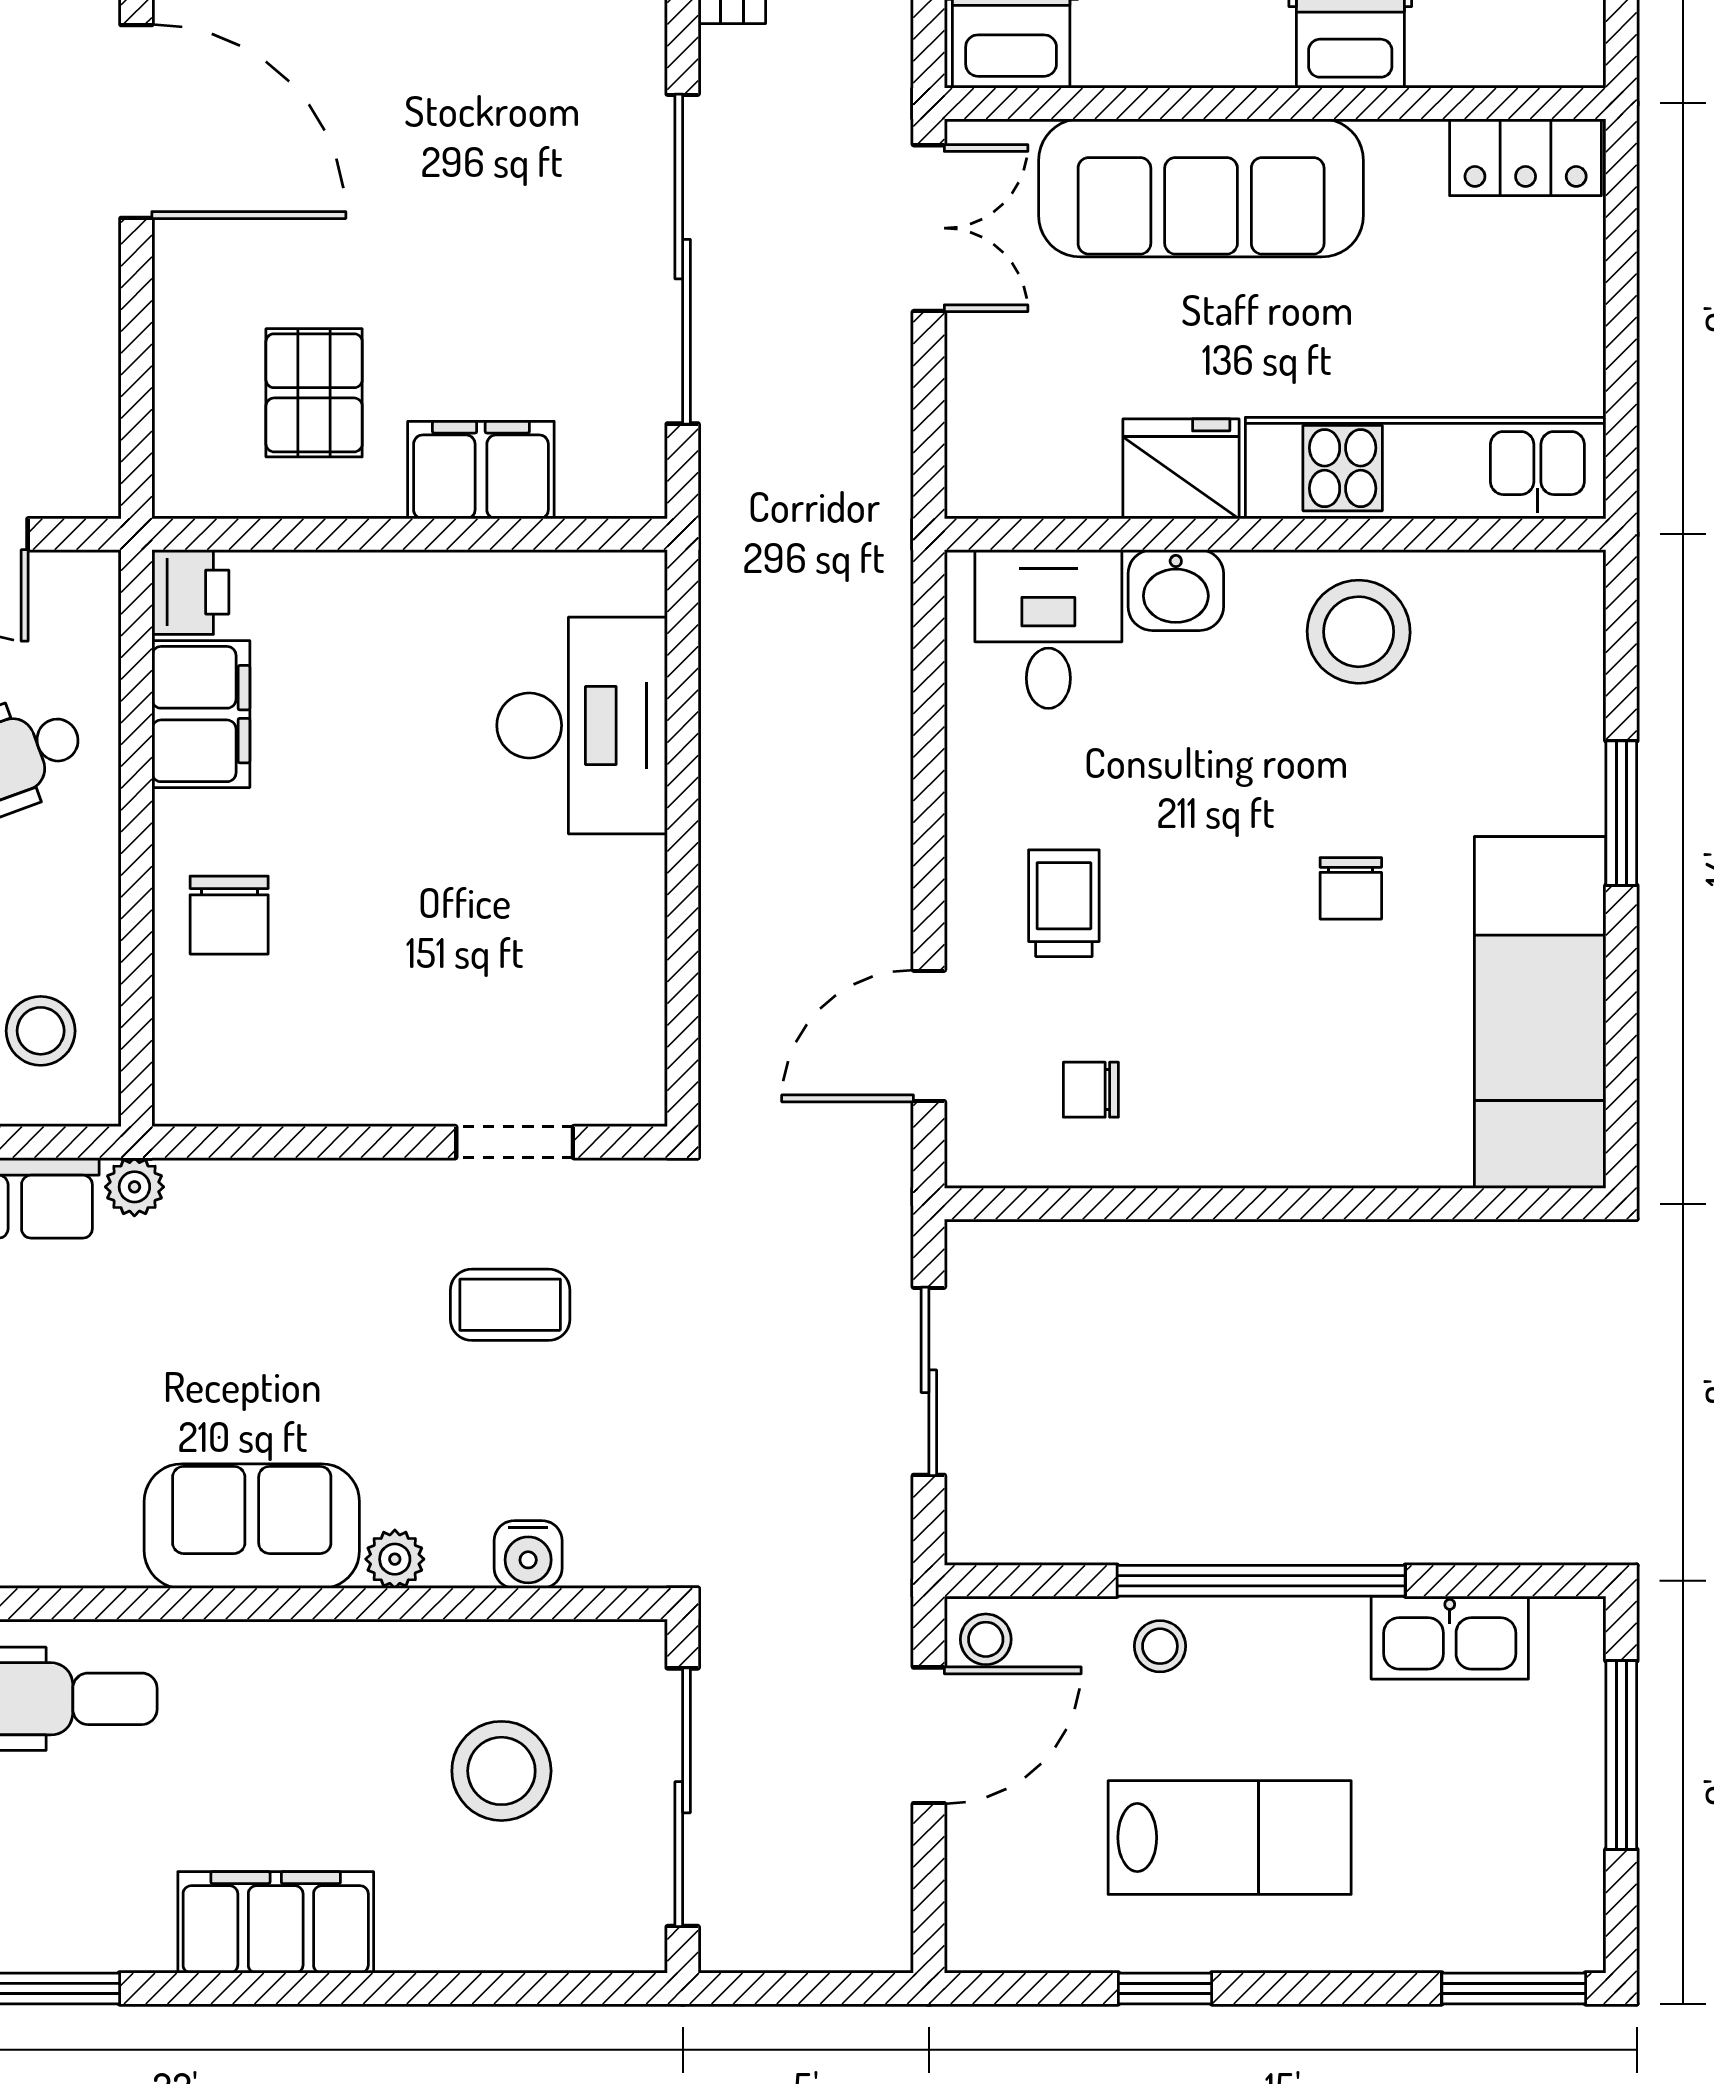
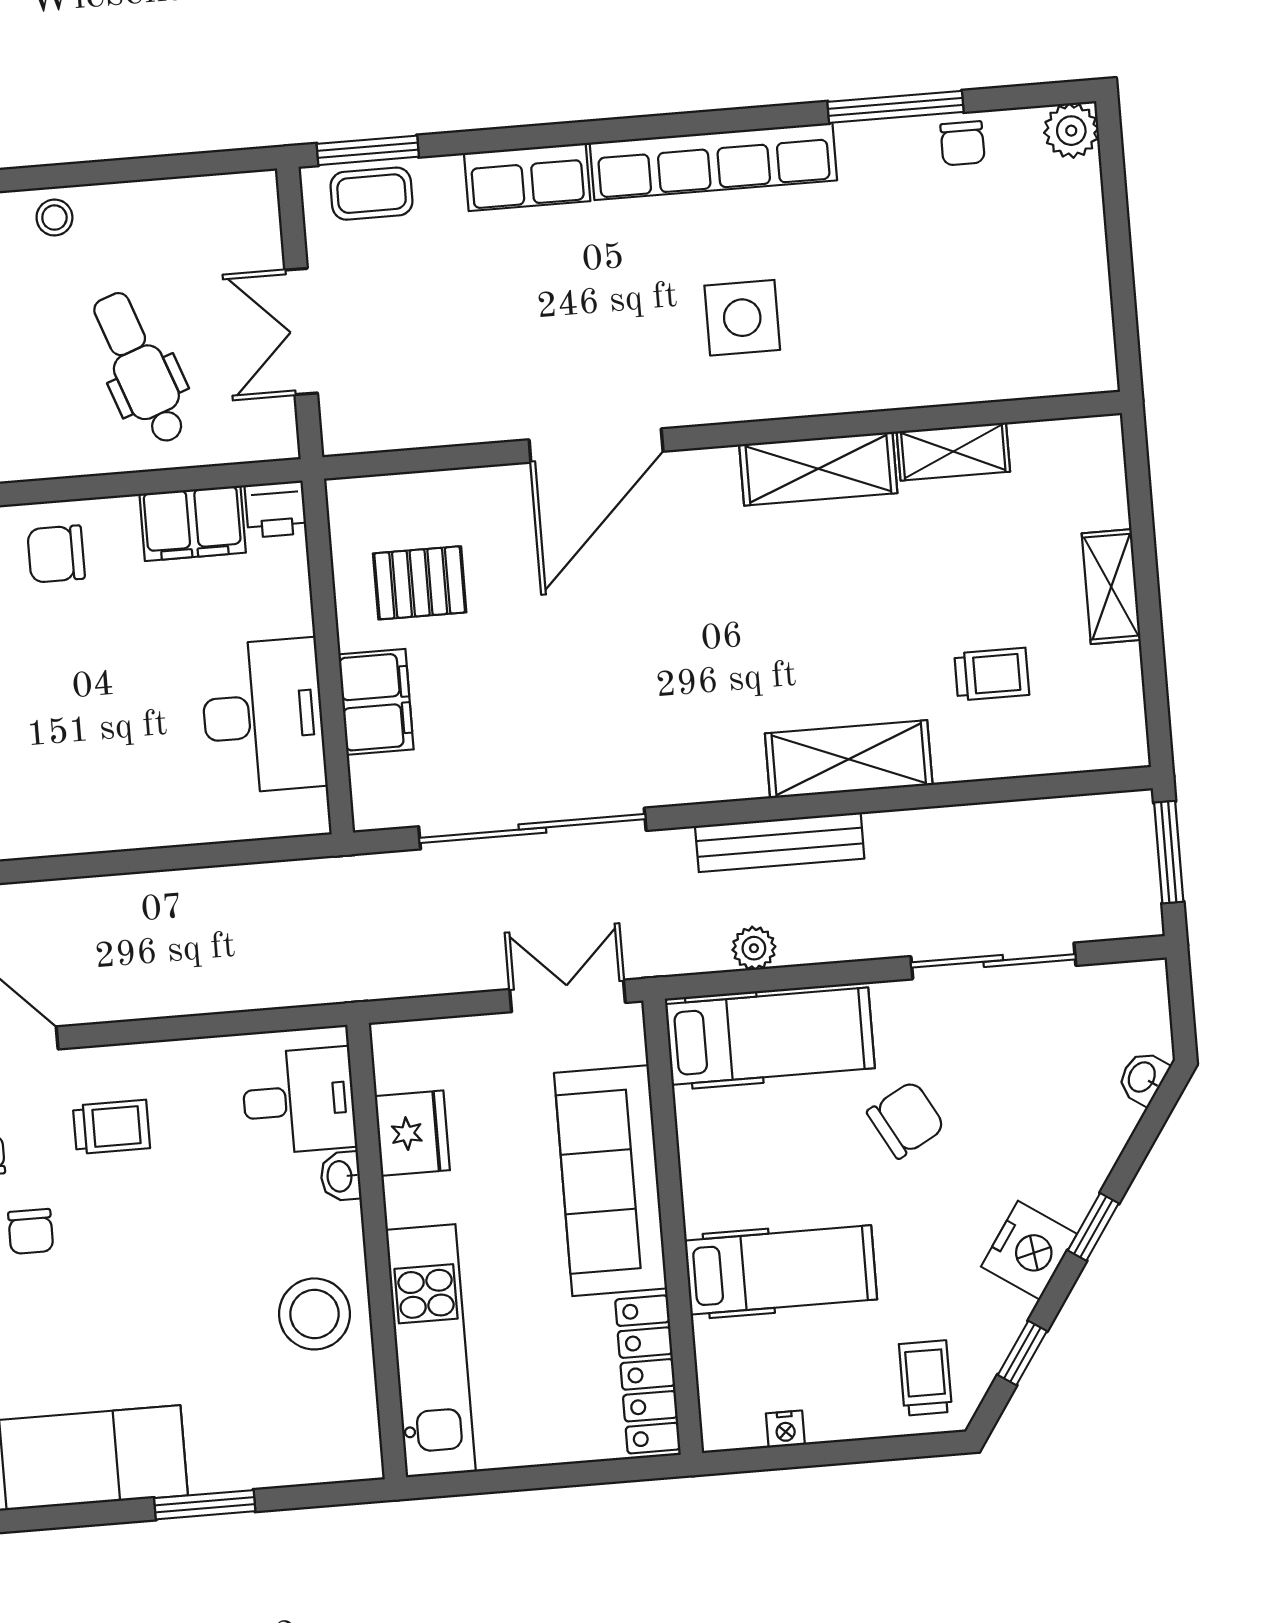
locker: (1526, 157) -> (648, 1374), width x1.53
double door: (929, 228) -> (568, 996), swing flipped
fridge: (1181, 469) -> (412, 1133), moved
washbasin: (1176, 590) -> (341, 1176), width x0.72, depth x0.69
desk: (582, 725) -> (263, 716), moved, turned -90
chair: (1351, 888) -> (31, 1231), moved, turned -90

